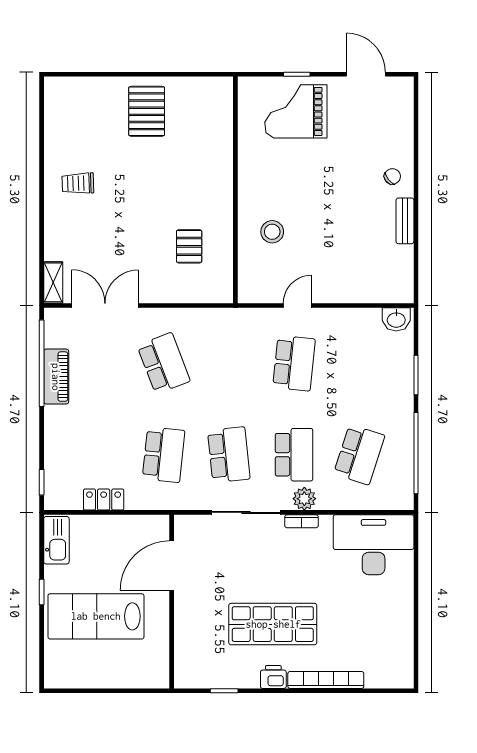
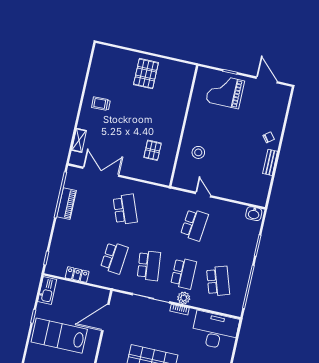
shelving: (53, 282) -> (79, 140), moved
door: (297, 305) -> (203, 195), hinge flipped
school desk: (359, 455) -> (218, 281), turned -36

